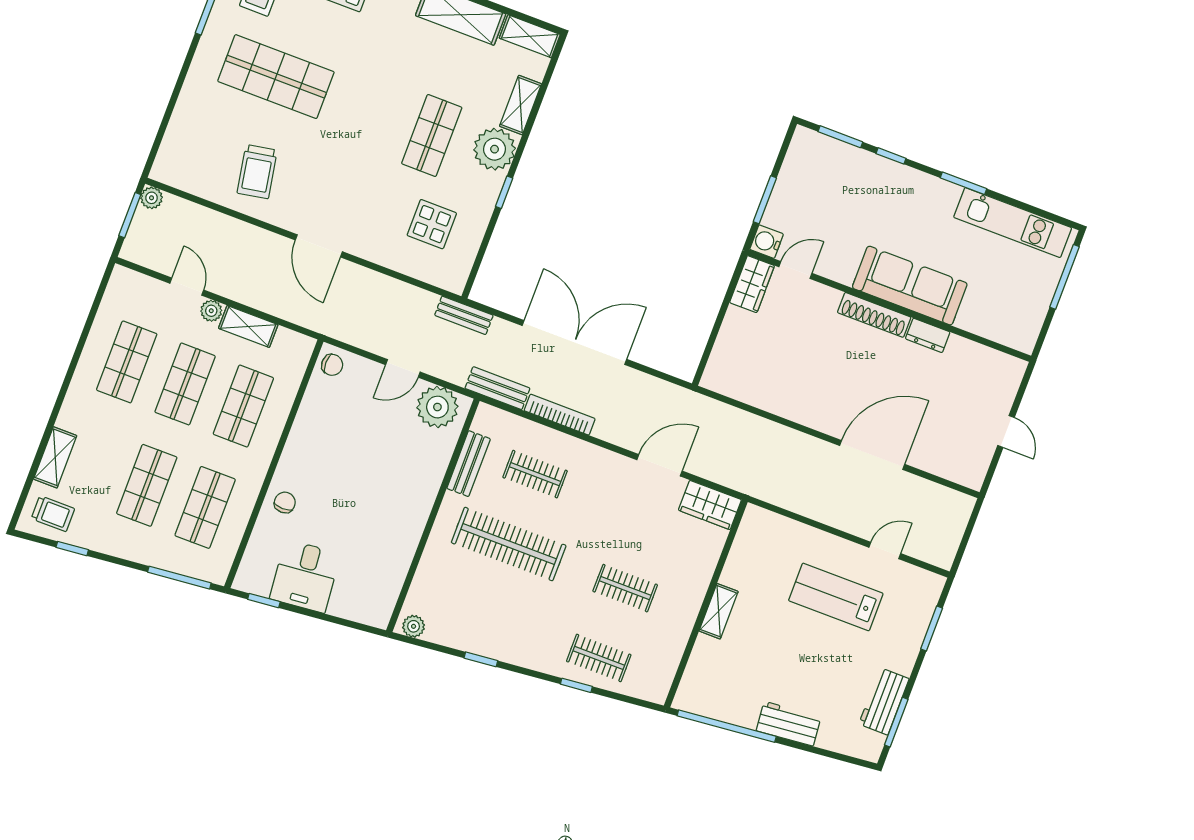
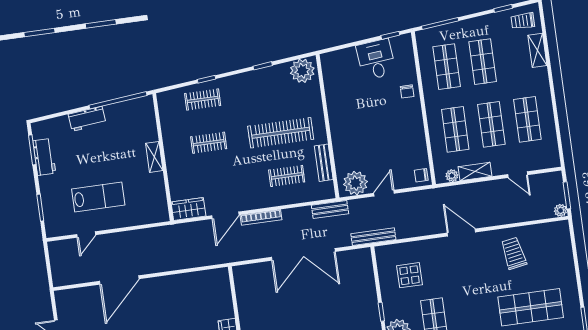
plant: (211, 311) -> (452, 176), moved
bench: (464, 315) -> (373, 237), width x1.36
bookcase: (560, 415) -> (261, 217), moved
plant: (414, 626) -> (302, 71), width x1.87, depth x1.87

